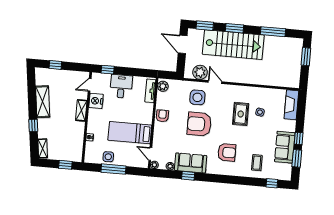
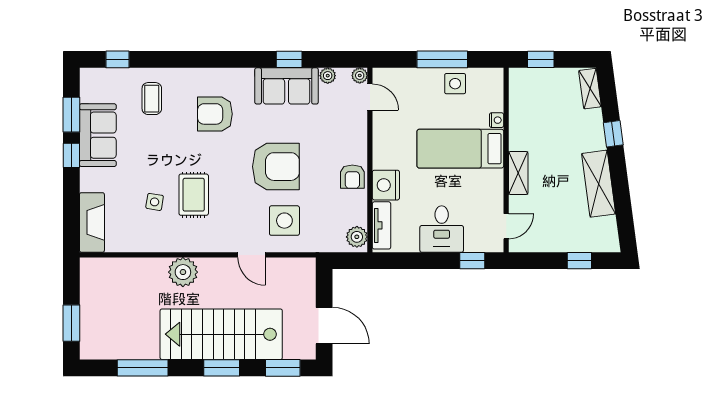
plant: (200, 72) -> (183, 272), moved
nightstand: (96, 101) -> (386, 185), moved, turned 180
bed: (130, 133) -> (460, 149), moved, turned 180

